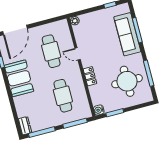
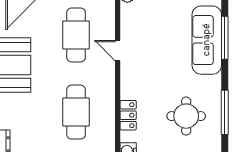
locker: (90, 76) -> (128, 115), moved
round table: (127, 81) -> (186, 116), width x0.73, depth x0.73

